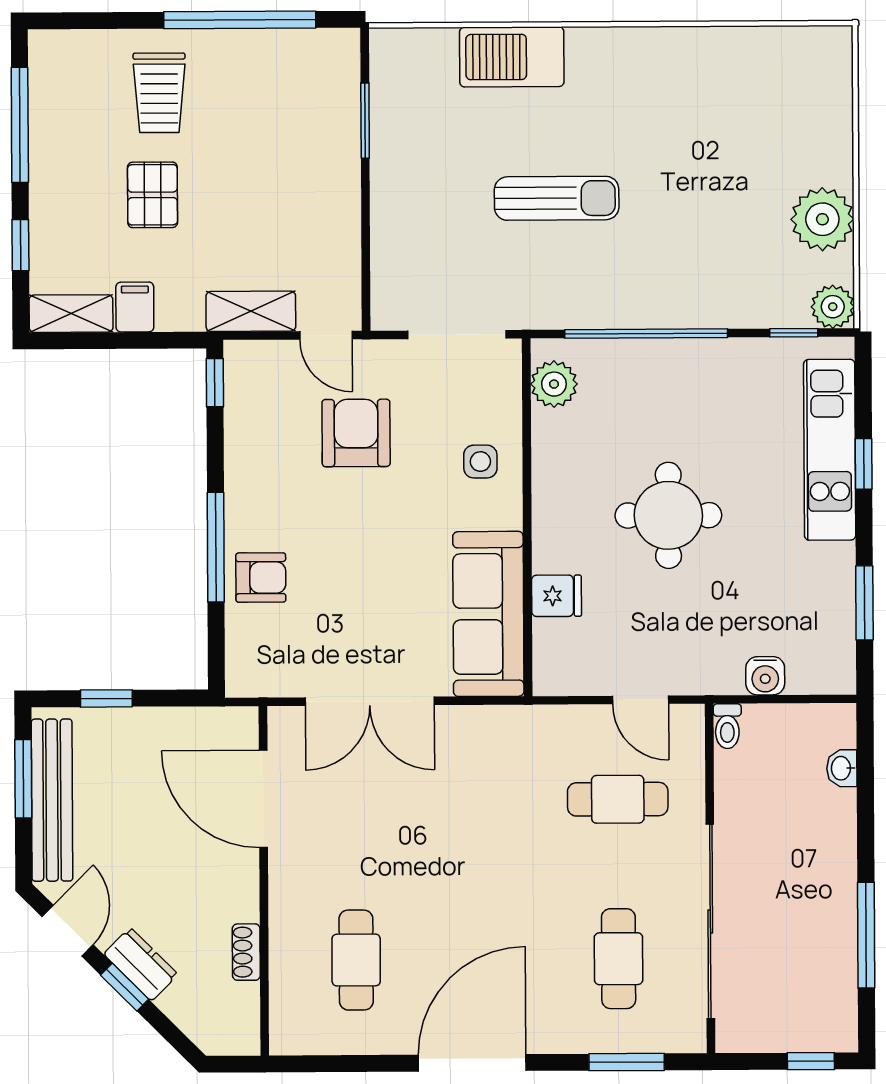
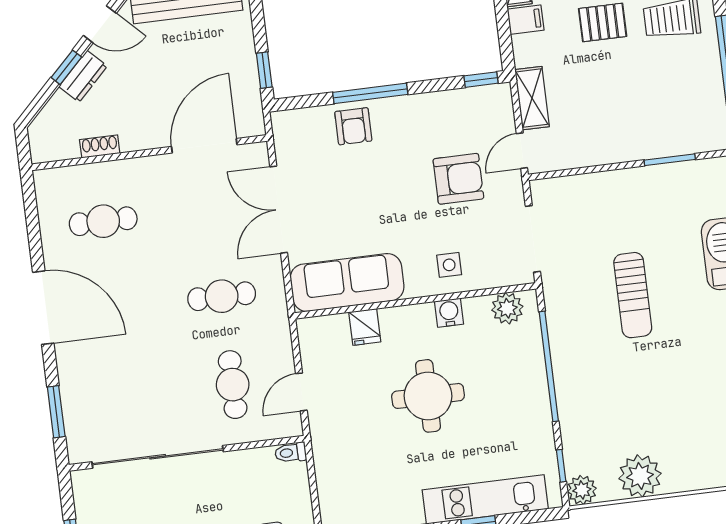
water cooler: (765, 676) -> (449, 313), moved, turned 90
window: (106, 698) -> (264, 70), moved
cafe table: (619, 959) -> (222, 296), moved

